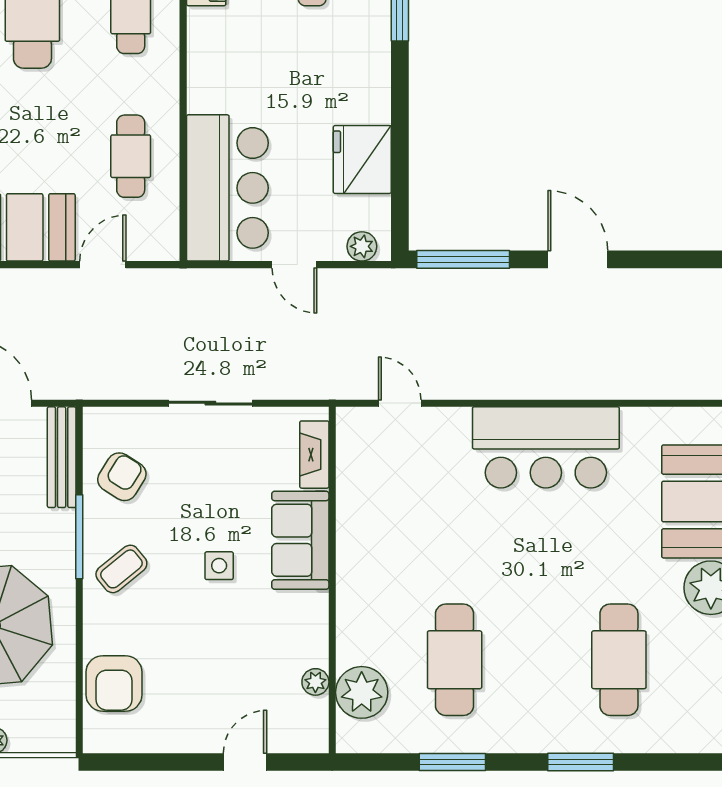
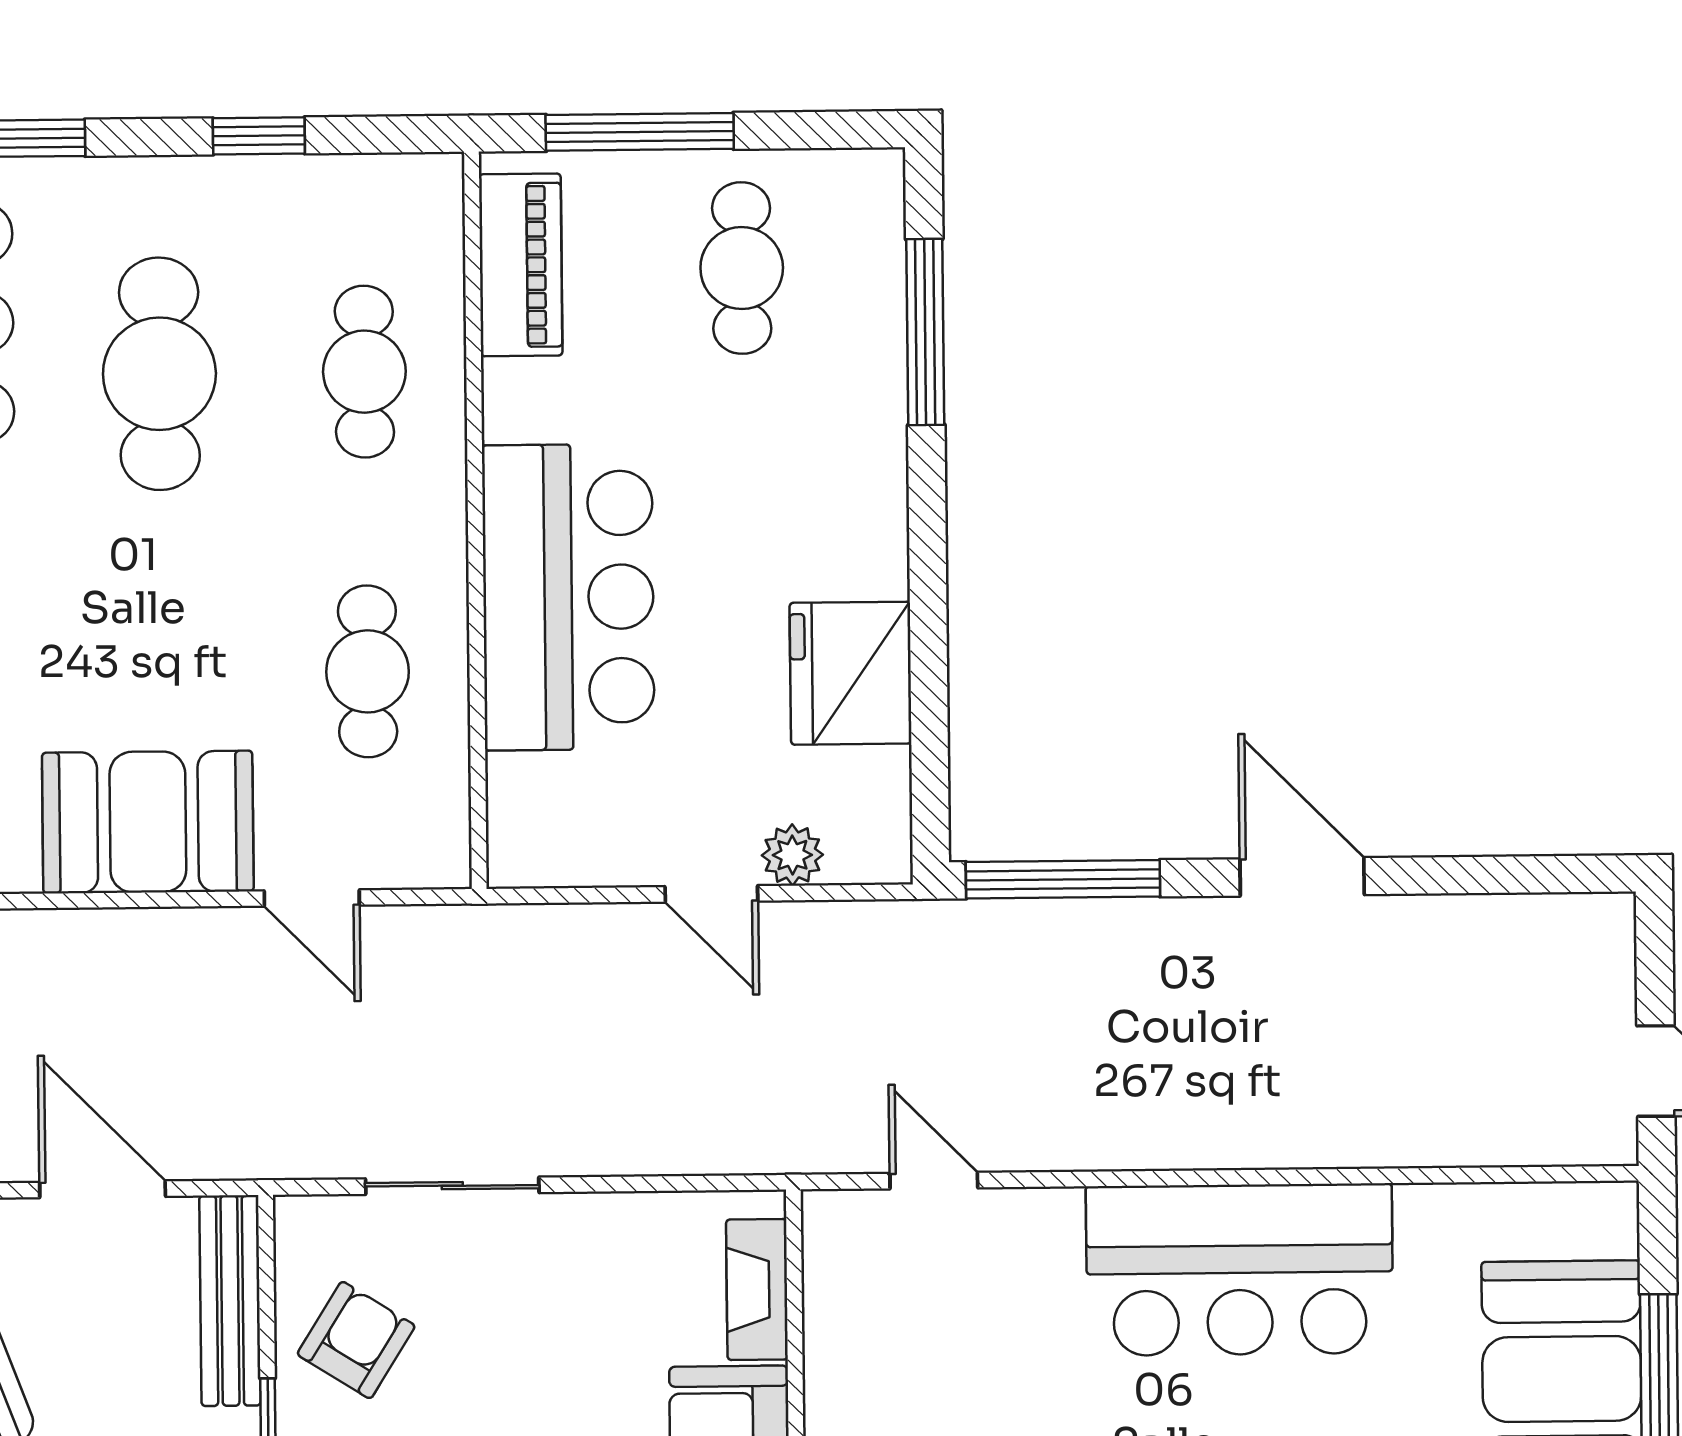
bar counter: (227, 188) -> (568, 597), moved
plant: (362, 246) -> (792, 855), moved
door: (103, 265) -> (312, 898), swing flipped
sliding door: (210, 403) -> (452, 1186), moved

